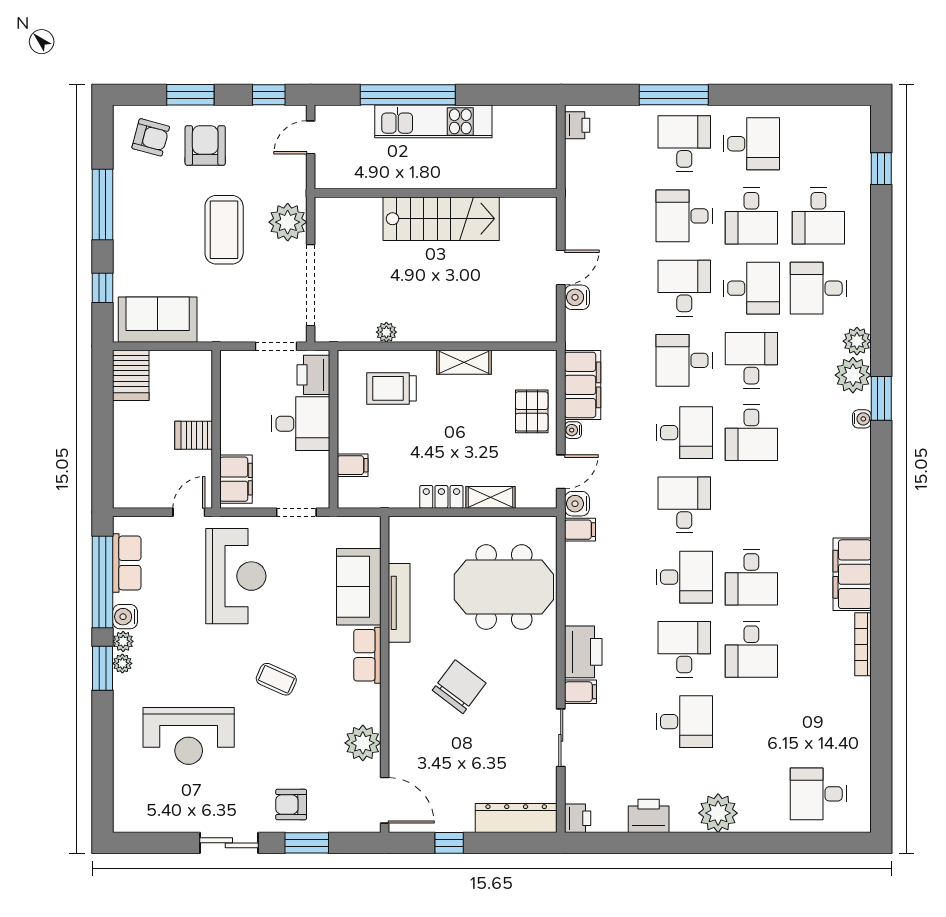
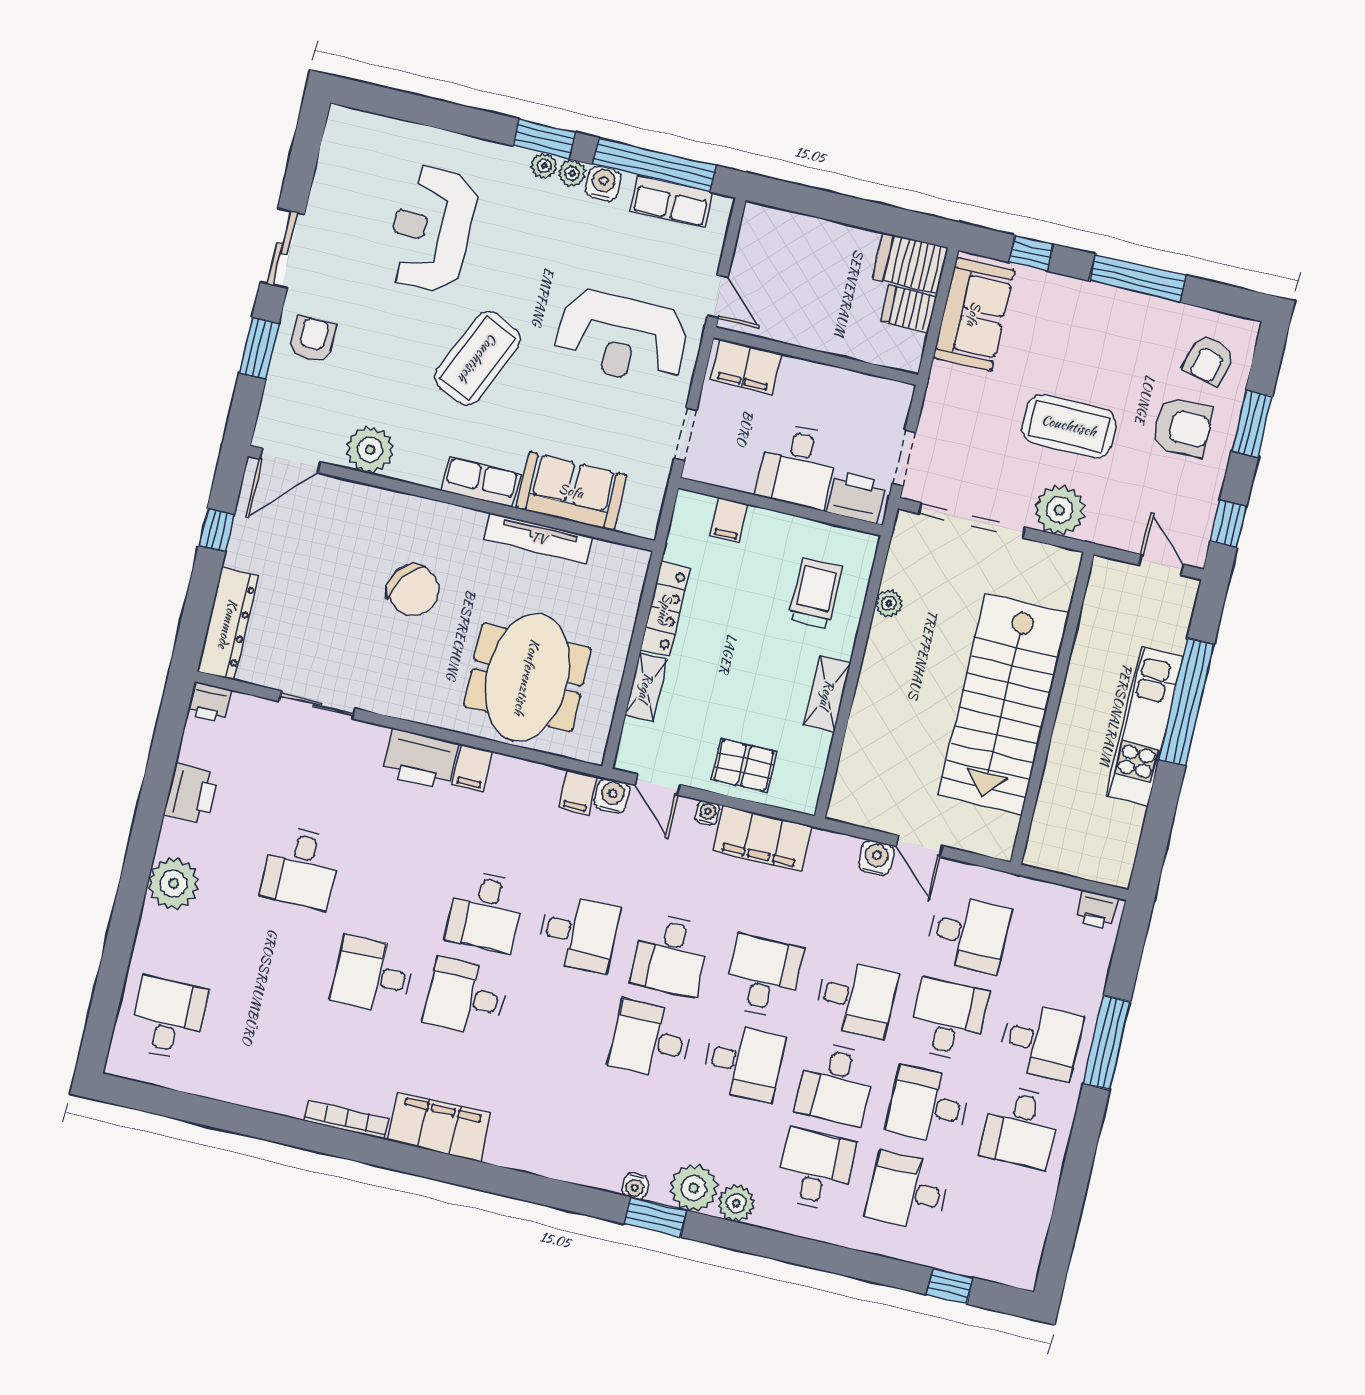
stairs: (441, 219) -> (1004, 704), width x1.36, depth x1.51
server rack: (194, 435) -> (909, 309), moved, turned -90
locker: (441, 497) -> (665, 609), width x1.53
desk: (684, 649) -> (968, 934), moved
coffee table: (276, 679) -> (478, 358), width x1.86, depth x1.72
filing cabinet: (581, 692) -> (472, 768), moved

